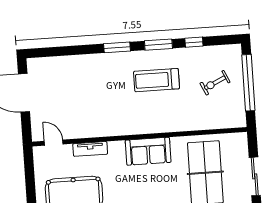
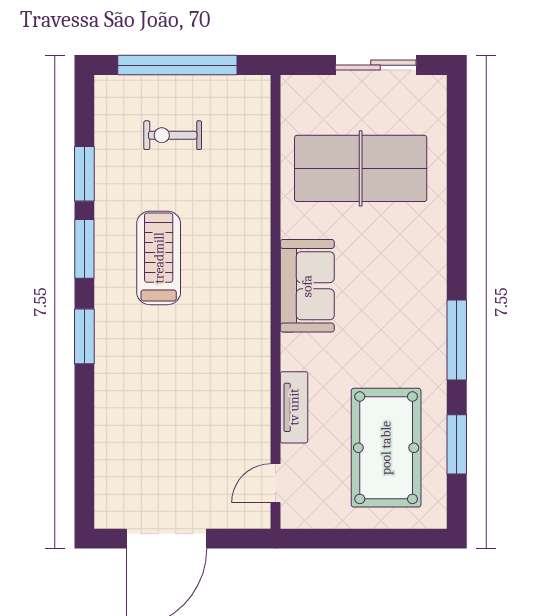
window: (194, 42) -> (84, 174), width x1.50
treadmill: (157, 80) -> (159, 258), turned 180
exercise bike: (215, 83) -> (173, 135), turned 115

